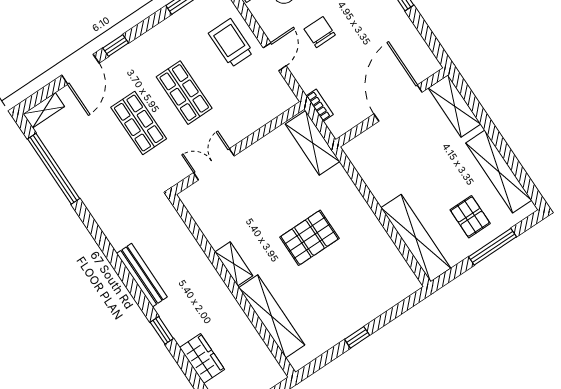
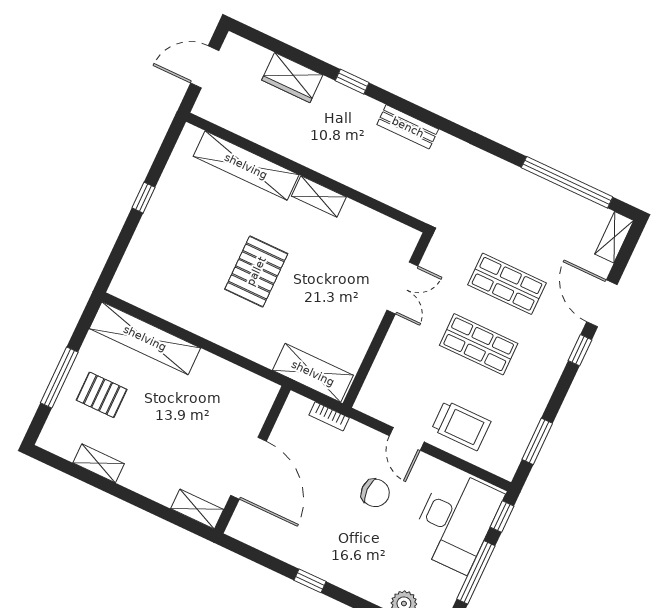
shelving: (454, 106) -> (197, 509), width x0.67, depth x0.75
shelving: (499, 172) -> (99, 463), width x0.45, depth x0.75
bench: (142, 275) -> (408, 127), width x0.73

